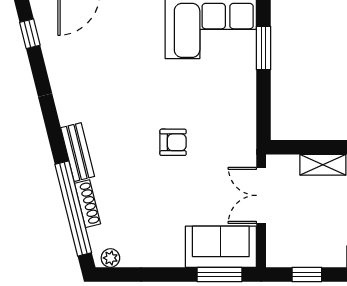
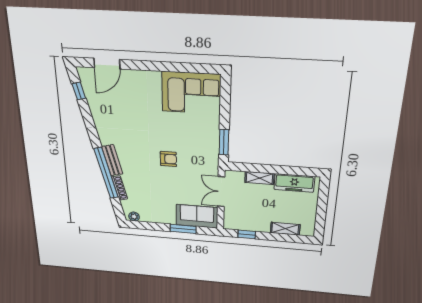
window: (264, 48) -> (224, 142), moved
window: (73, 208) -> (106, 173), moved
window: (219, 274) -> (183, 229), moved

